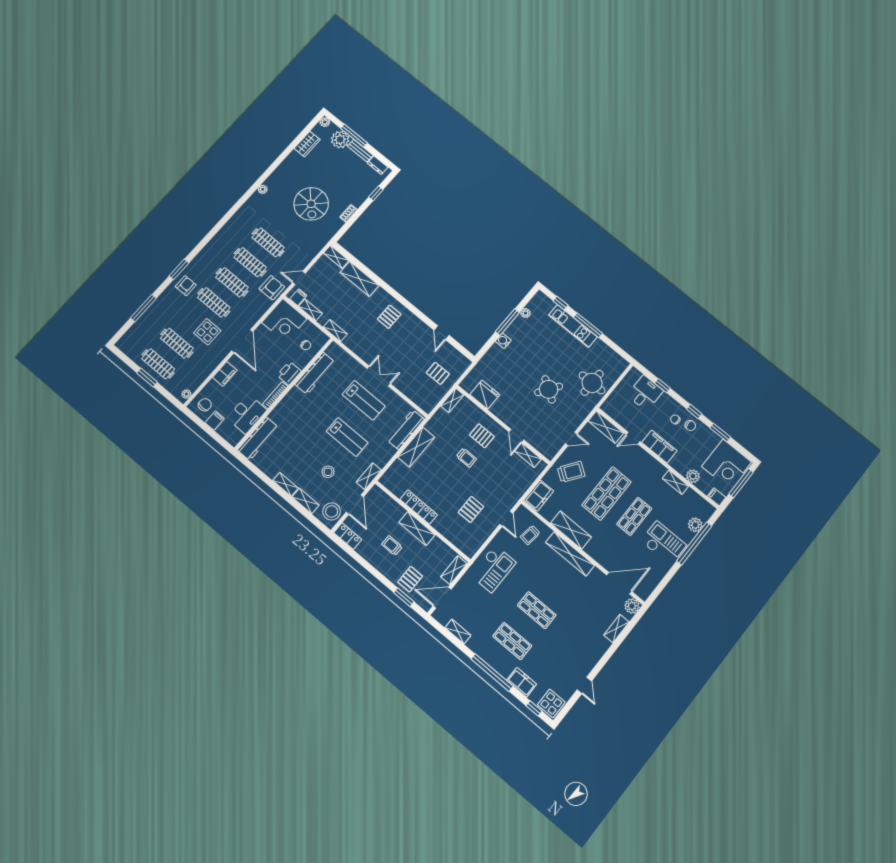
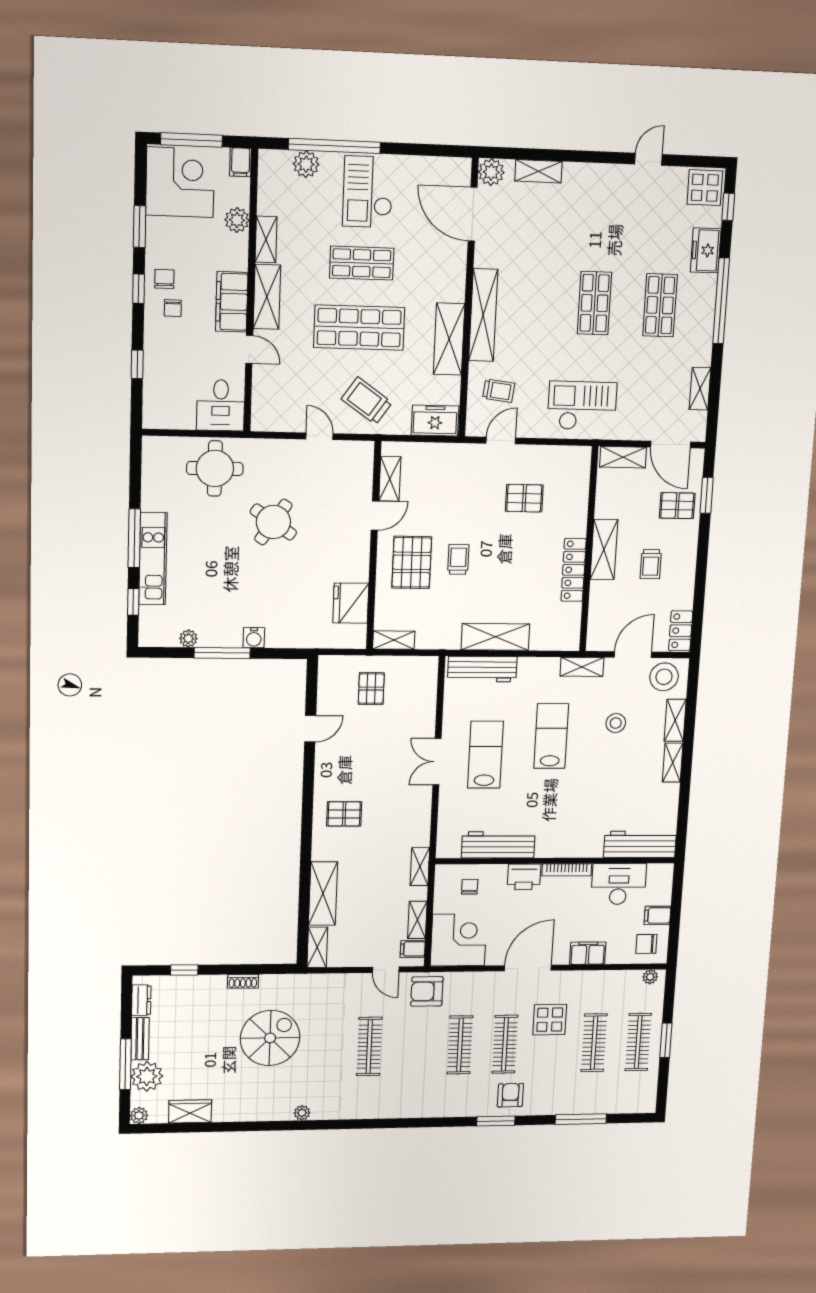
clothes rail: (250, 262) -> (415, 1046), removed
armchair: (186, 286) -> (510, 1095), turned 90
desk: (645, 393) -> (221, 405), moved, turned -90
shelving: (606, 427) -> (267, 297), moved
pallet: (482, 436) -> (412, 562), width x1.50, depth x1.42

